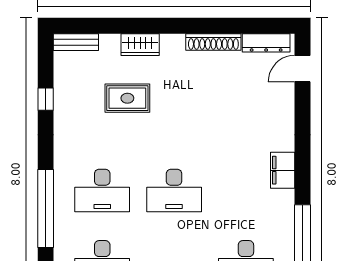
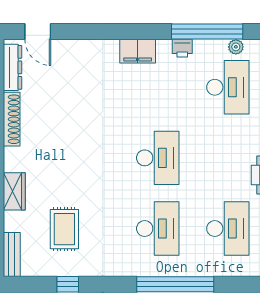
rug: (127, 98) -> (64, 229), moved
printer: (286, 215) -> (182, 48), added

